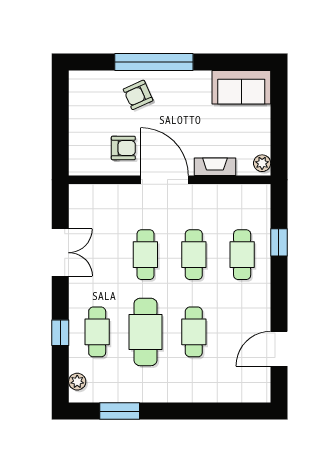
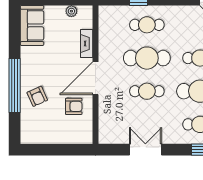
armchair: (123, 148) -> (74, 106), turned 90
plant: (262, 163) -> (71, 11), moved
cafe table: (194, 255) -> (147, 58), width x1.37, depth x1.35

